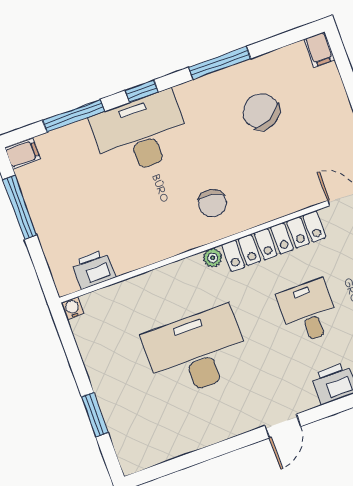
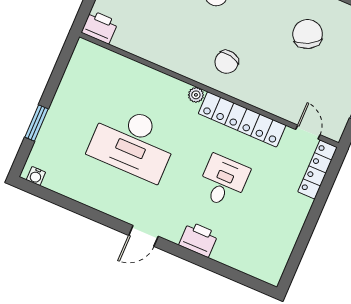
printer: (93, 269) -> (100, 27), moved
water cooler: (73, 308) -> (36, 176), moved, turned 180
desk: (197, 352) -> (133, 143), turned 180

